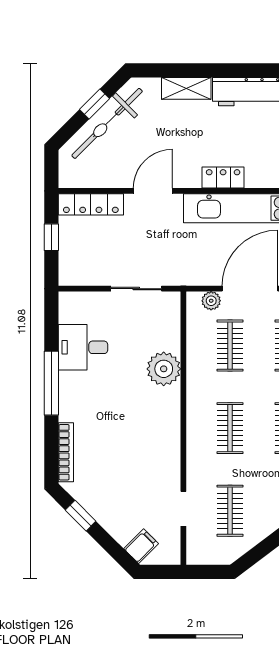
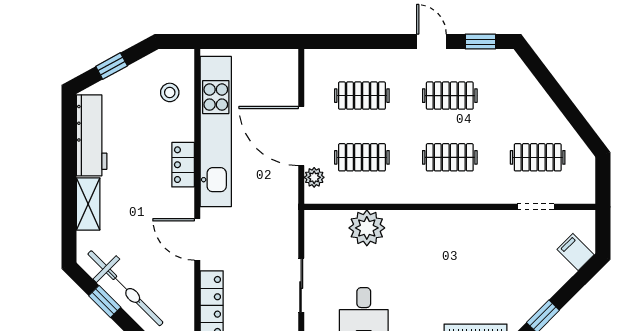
sliding door: (136, 289) -> (301, 285), moved
plant: (164, 369) -> (367, 228), moved

